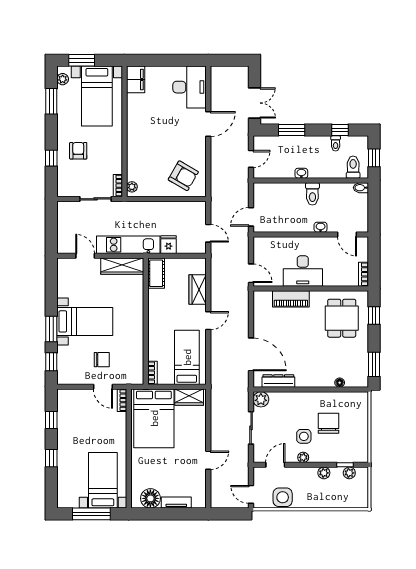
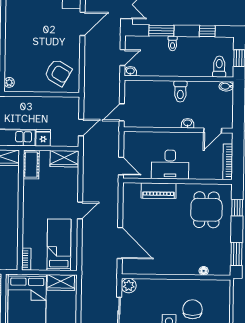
toilet: (336, 143) -> (173, 43), moved
washbasin: (301, 173) -> (130, 71), moved
door: (208, 233) -> (81, 127), hinge flipped
door: (347, 234) -> (213, 130), hinge flipped
bookcase: (363, 274) -> (228, 162), width x1.56
wardrobe: (198, 289) -> (64, 159), moved, turned -90
dresser: (278, 381) -> (146, 268), removed

